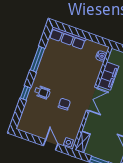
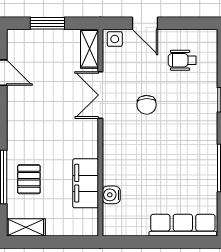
water cooler: (101, 56) -> (111, 195), moved
wheelchair: (42, 92) -> (182, 60), moved
double door: (92, 99) -> (100, 95), moved

